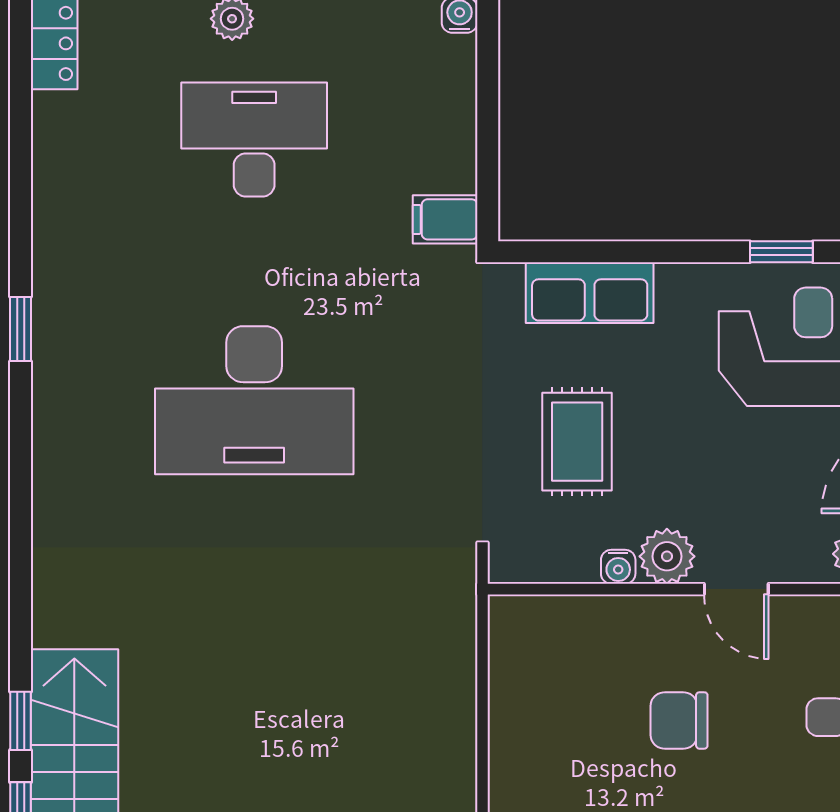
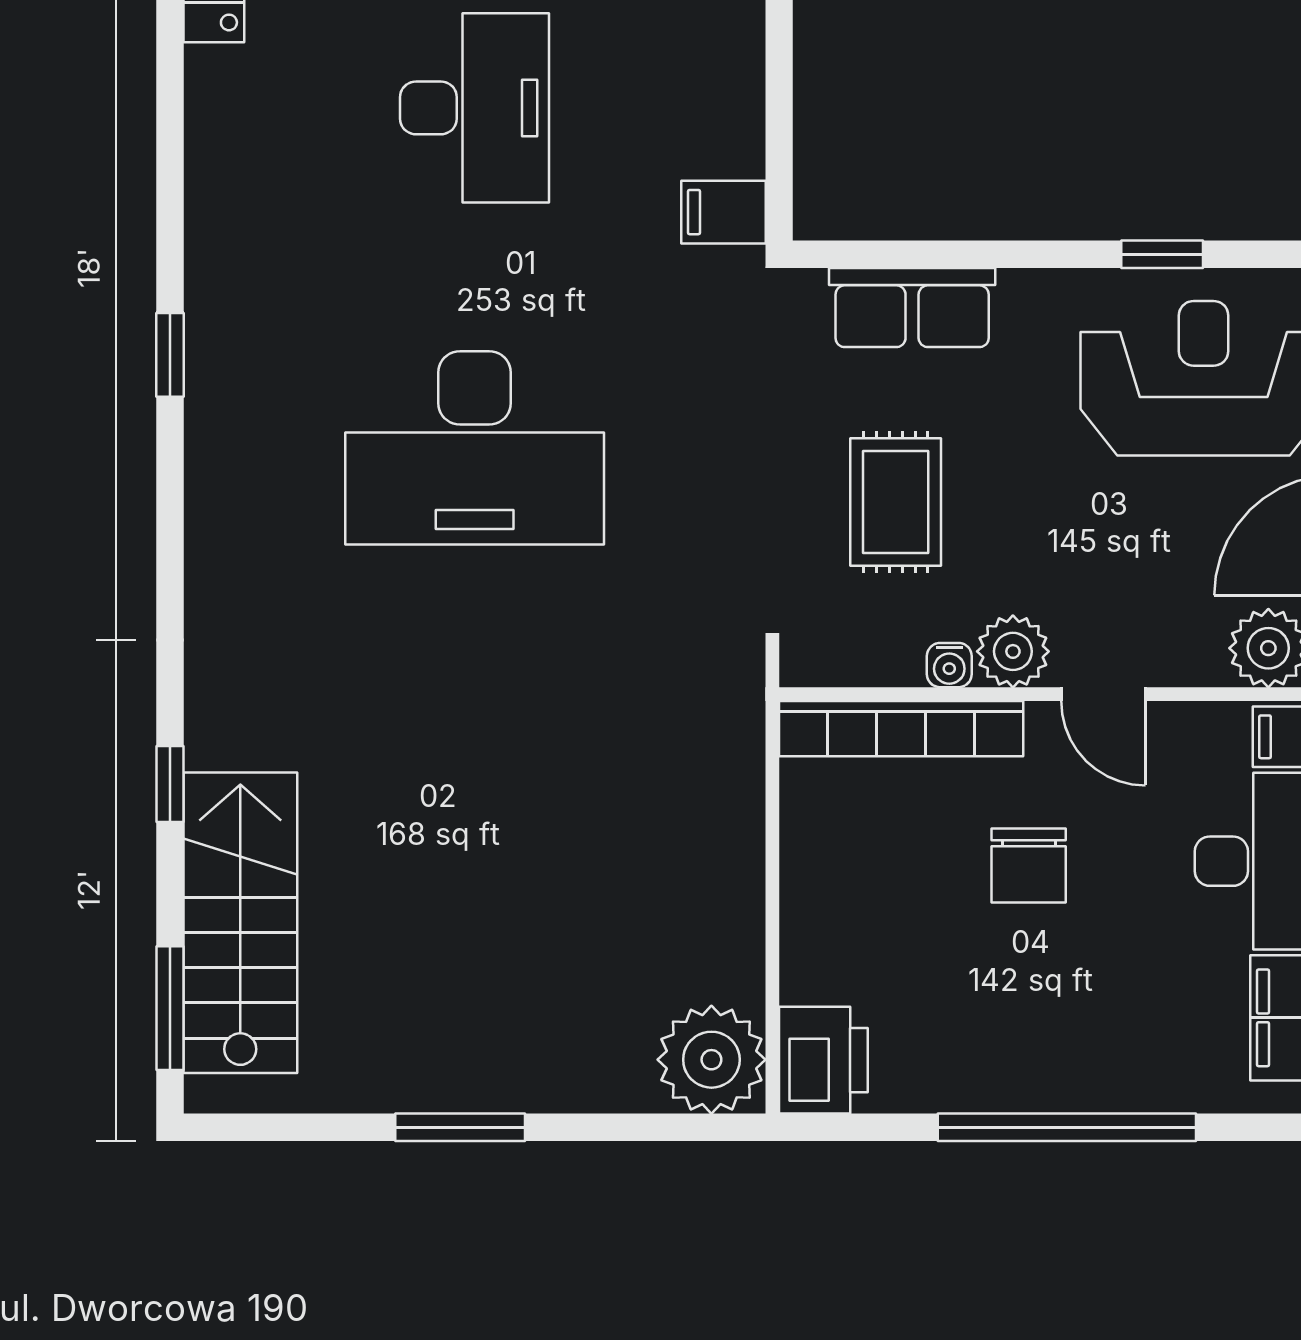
desk: (254, 140) -> (475, 108), turned 90
bookcase: (581, 615) -> (901, 729), added
chair: (679, 720) -> (1029, 865), turned -90
window: (21, 721) -> (170, 784), moved

